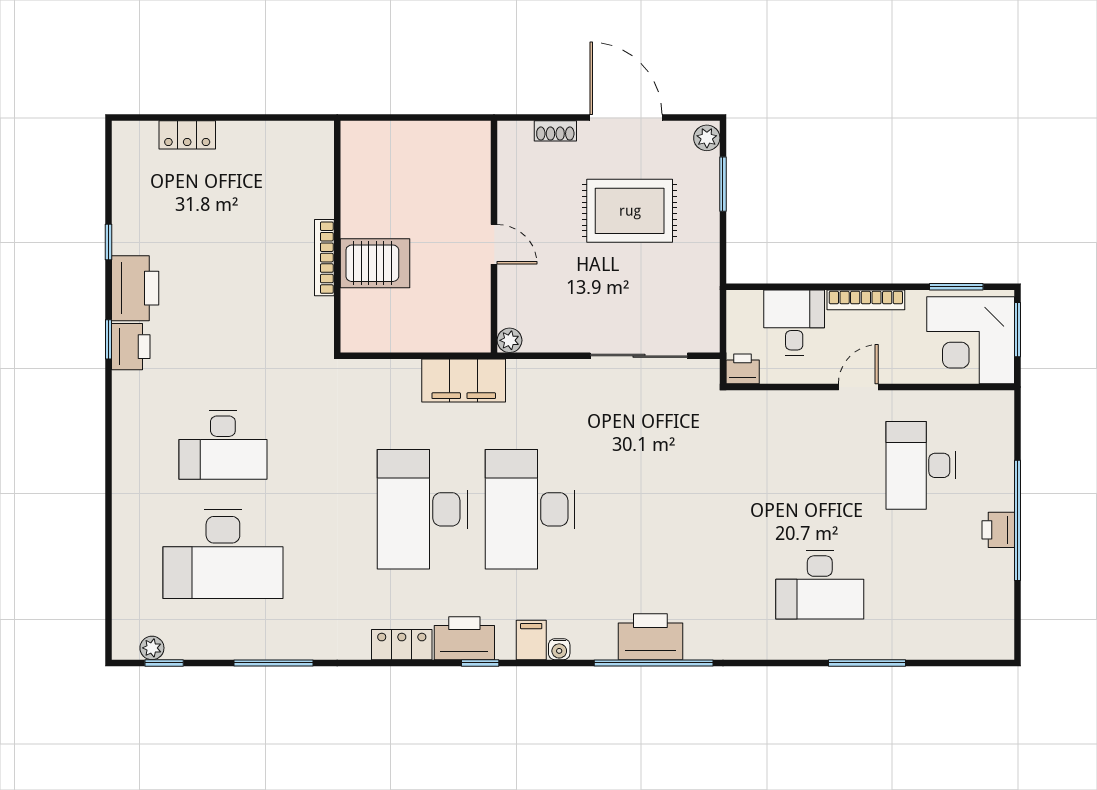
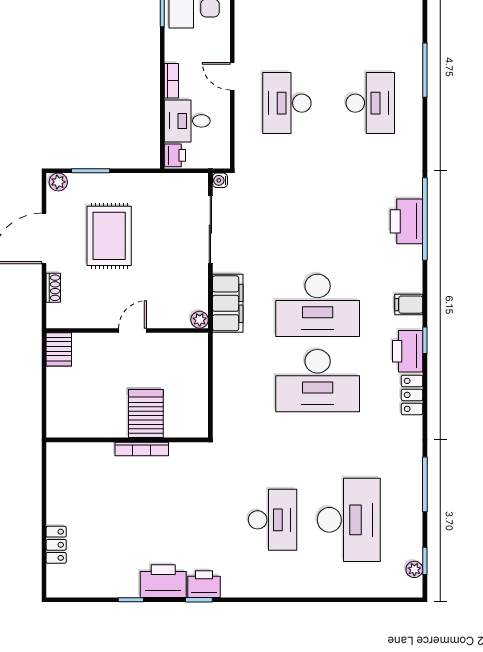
server rack: (467, 139) -> (59, 349), added
bookcase: (866, 300) -> (171, 81), width x0.64
printer: (743, 369) -> (175, 155), moved, turned 180
filing cabinet: (464, 381) -> (228, 303), moved
desk: (921, 465) -> (287, 103), moved, turned 90
water cooler: (559, 649) -> (220, 180), moved, turned 180

